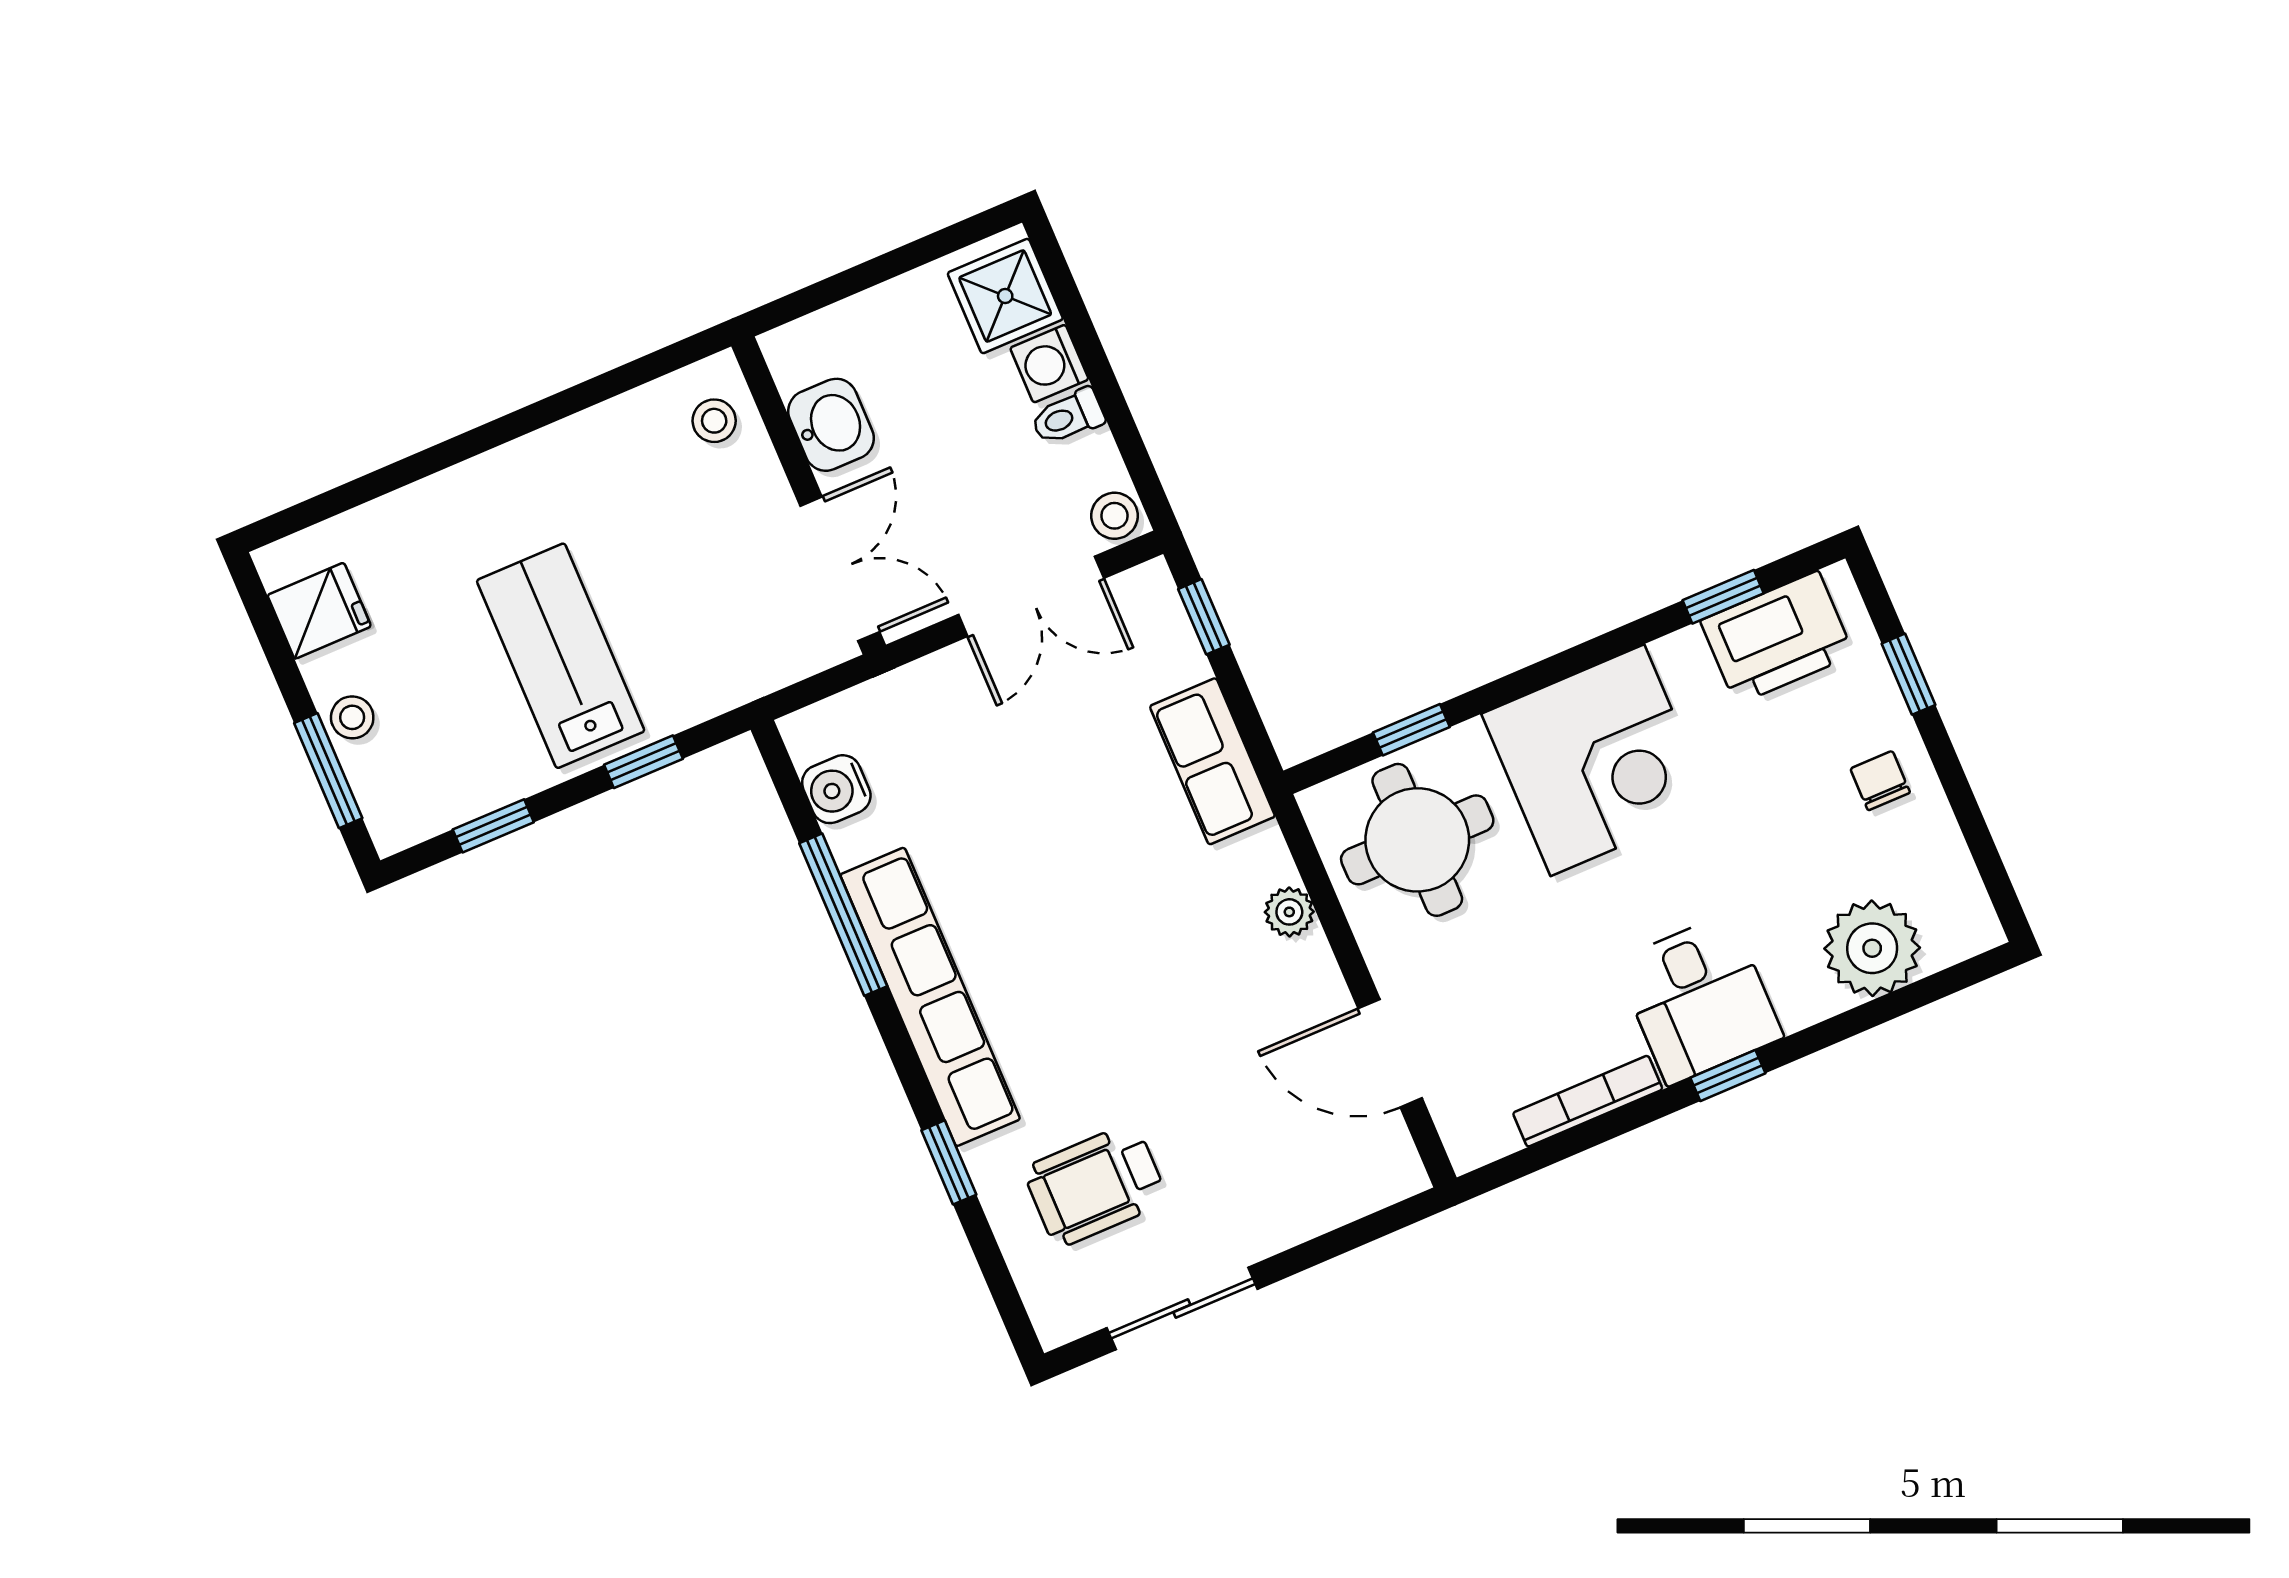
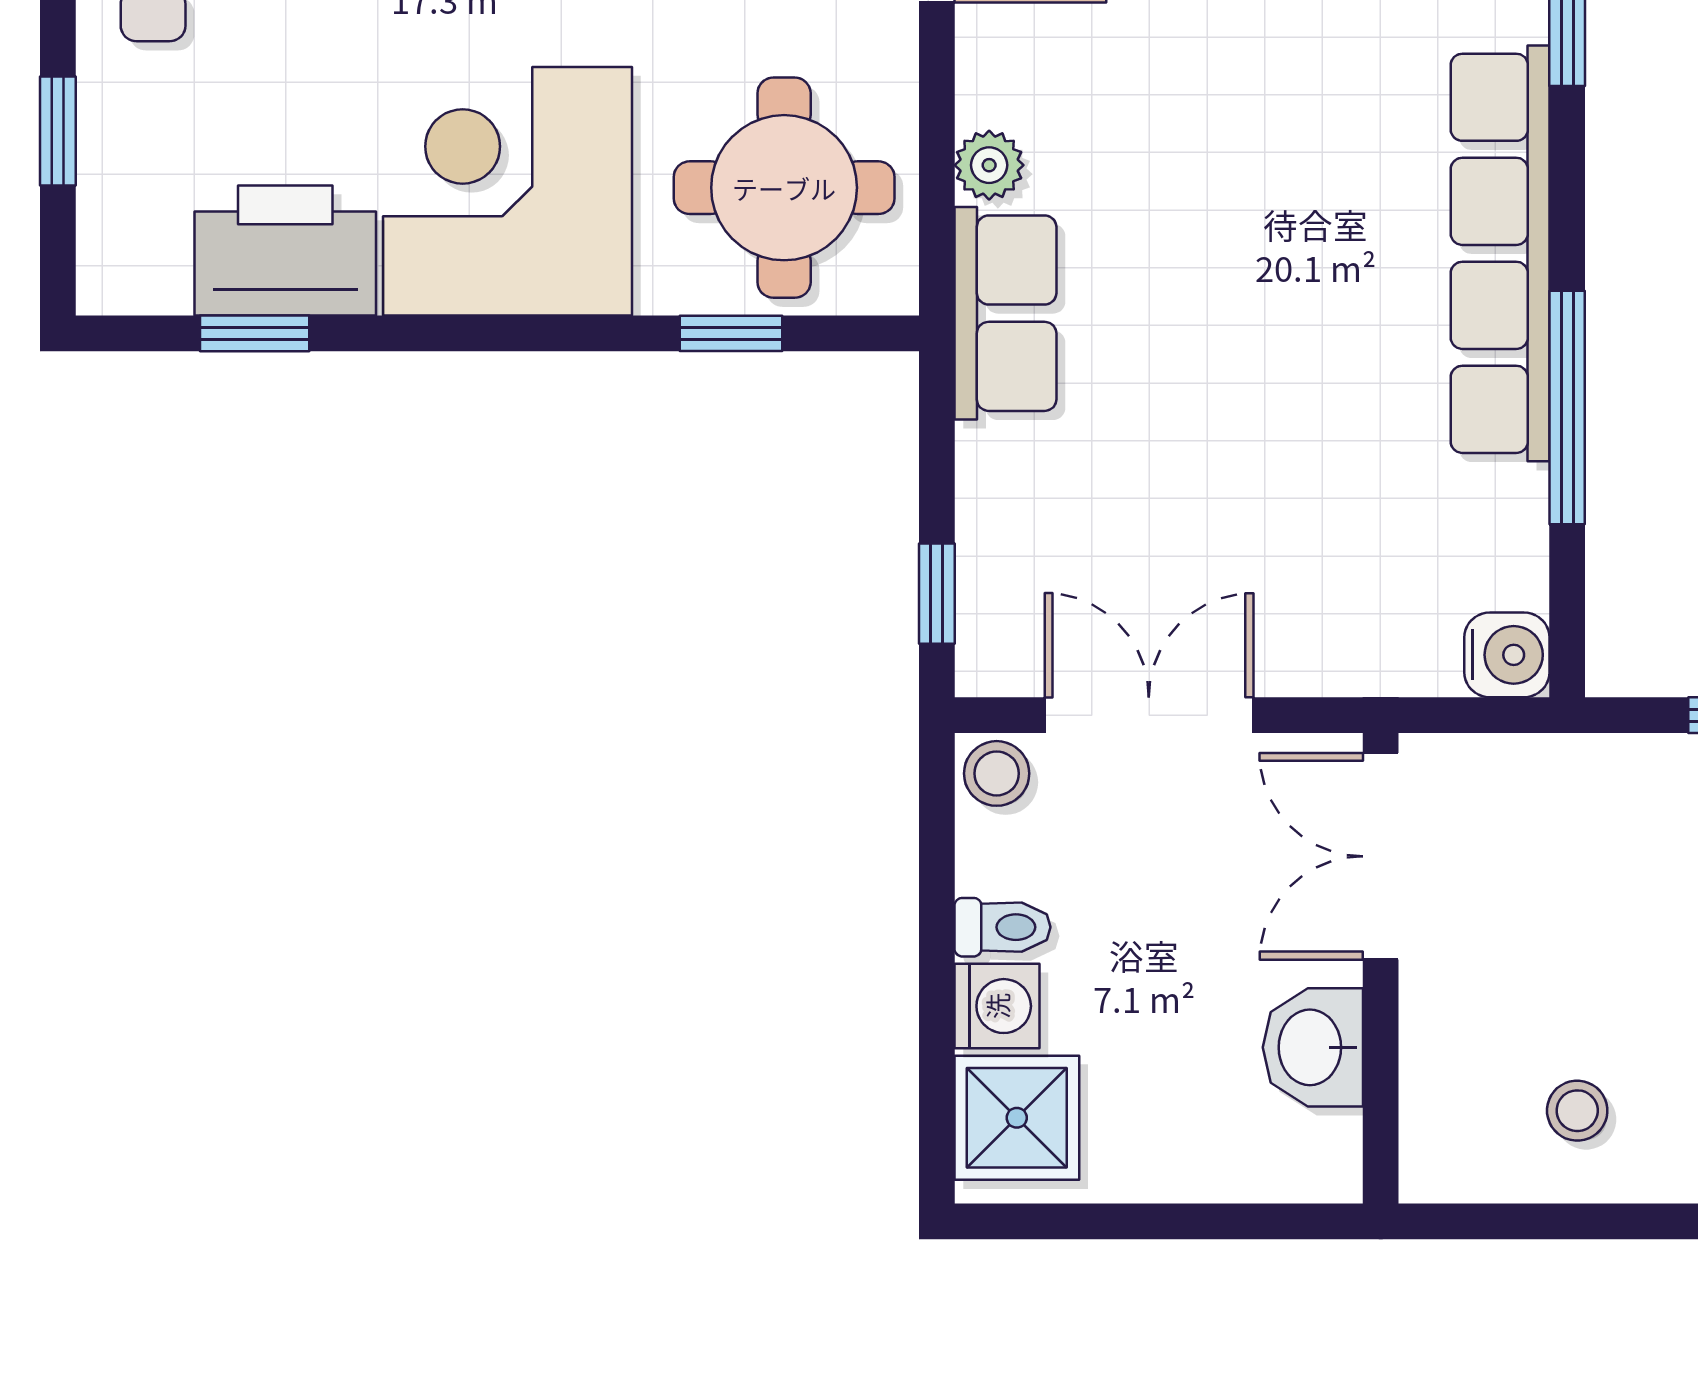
stool: (714, 421) -> (1577, 1111), moved
printer: (1777, 638) -> (285, 251), moved
row of seats: (1212, 761) -> (1005, 313), moved
water cooler: (836, 789) -> (1507, 655), moved

